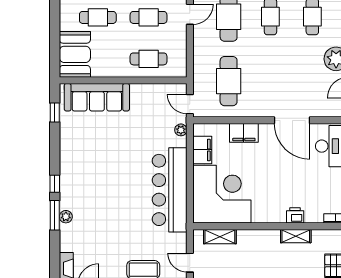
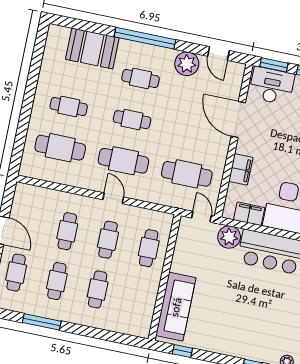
booth: (75, 54) -> (129, 319), removed
door: (190, 104) -> (202, 217), swing flipped
door: (292, 120) -> (238, 120), swing flipped
plant: (181, 130) -> (229, 237), width x1.88, depth x1.88

